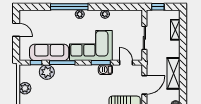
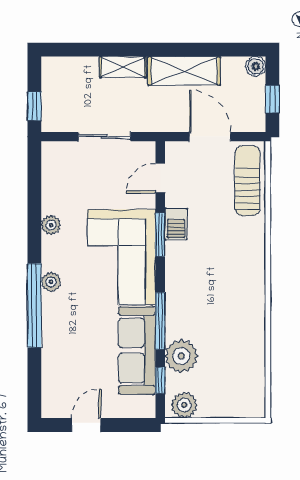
shelving: (175, 30) -> (123, 67), moved
plant: (25, 88) -> (184, 405), moved

